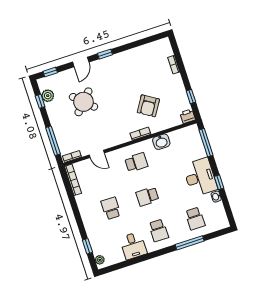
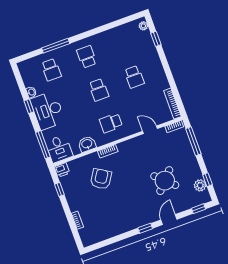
school desk: (147, 196) -> (99, 90), turned 90
school desk: (195, 219) -> (51, 70), turned 180
desk: (133, 246) -> (59, 149), moved, turned 180

